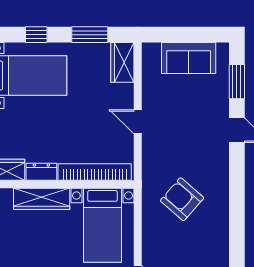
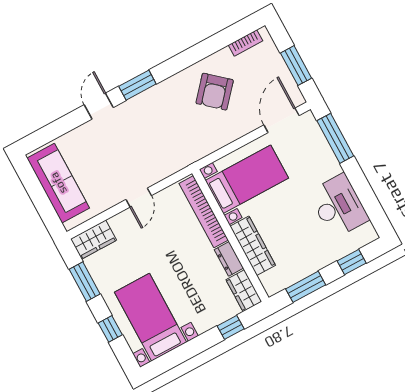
sofa: (189, 58) -> (58, 183), width x1.36
window: (237, 82) -> (137, 85), moved
armchair: (182, 199) -> (215, 92), moved

